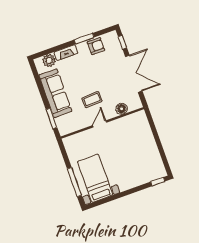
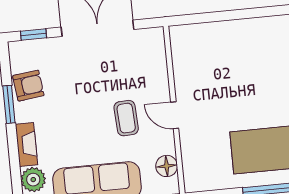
armchair: (96, 46) -> (28, 86), turned 83
floor lamp: (122, 109) -> (167, 166), moved

